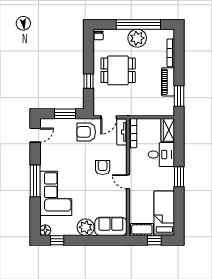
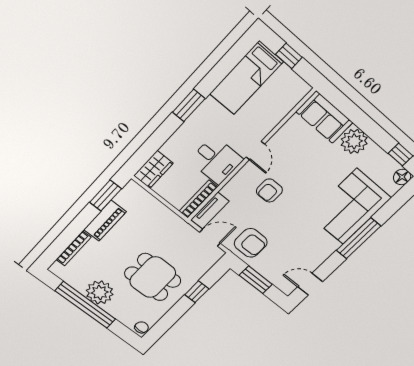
desk: (161, 155) -> (216, 160), moved, turned 180
cot: (142, 229) -> (291, 82), removed

